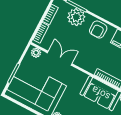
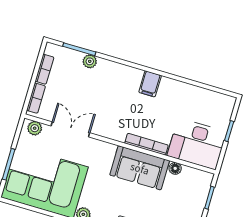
plant: (76, 17) -> (90, 61), width x0.53, depth x0.53
armchair: (98, 29) -> (117, 77), removed

